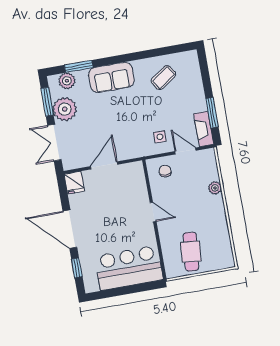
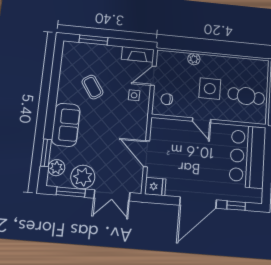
coffee table: (163, 78) -> (92, 87), moved
window: (212, 113) -> (93, 40), moved
door: (153, 212) -> (202, 120), swing flipped
side table: (188, 212) -> (210, 89), added

